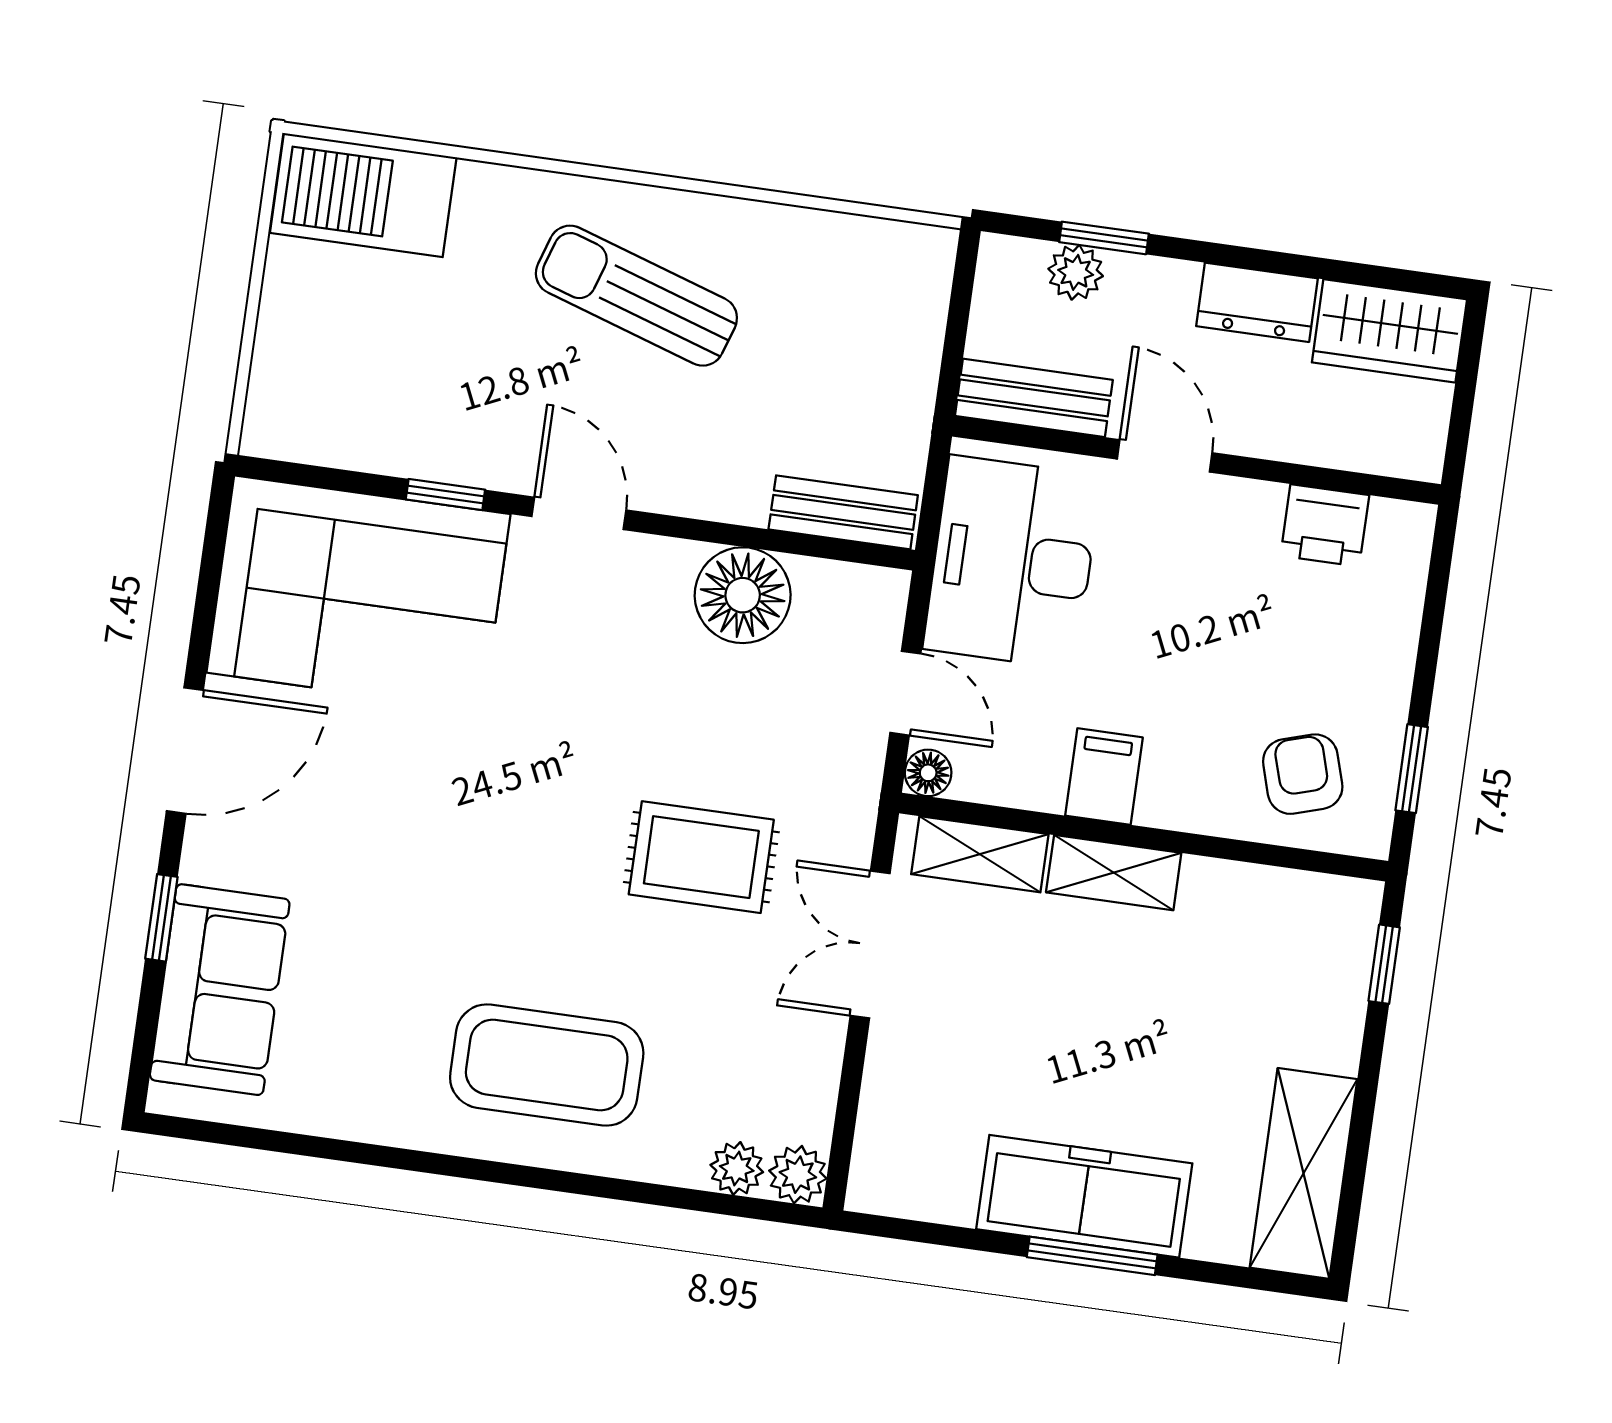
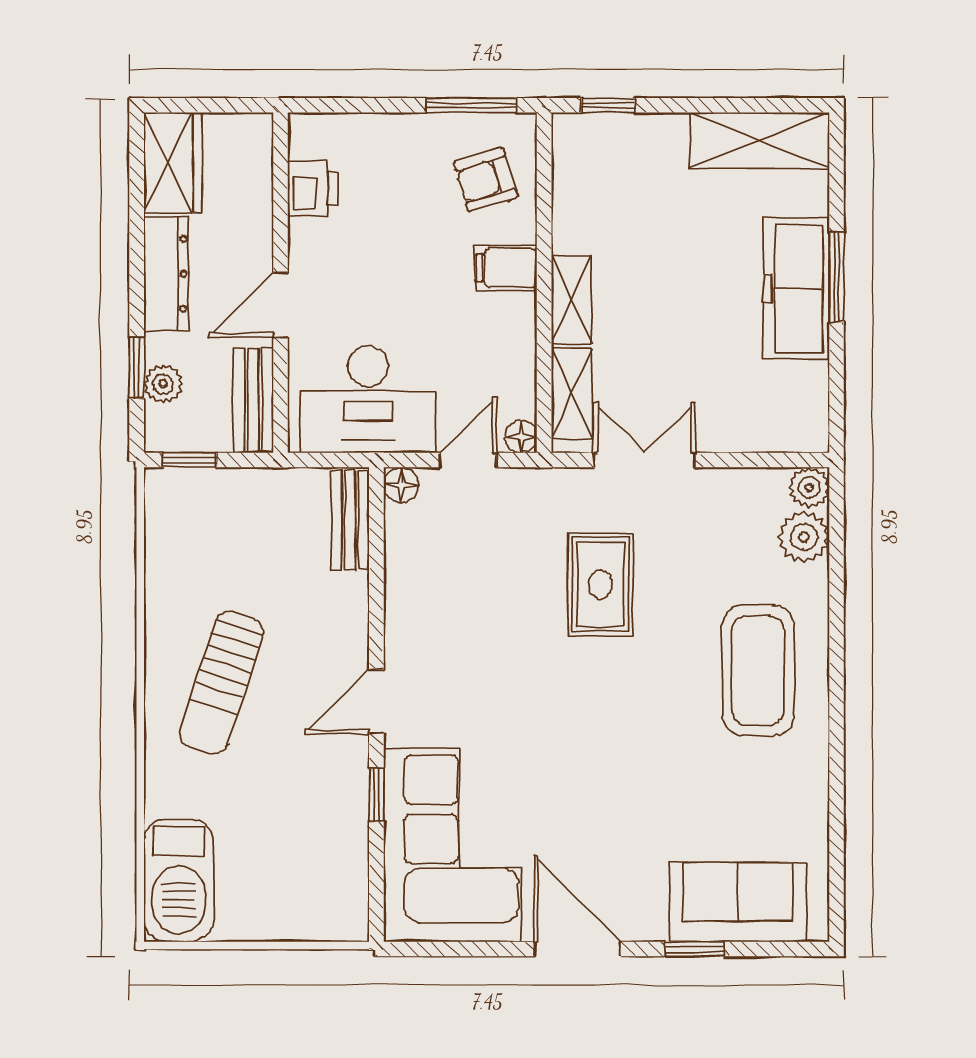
window: (961, 295) -> (189, 460), added
dresser: (1257, 302) -> (166, 274), width x1.44
floor lamp: (743, 595) -> (401, 485), moved, width x0.53, depth x0.53
window: (1412, 769) -> (471, 105), width x1.50
filing cabinet: (1104, 776) -> (506, 268), moved
double door: (870, 945) -> (644, 460), swing flipped
plant: (737, 1168) -> (804, 537), width x1.38, depth x1.38

